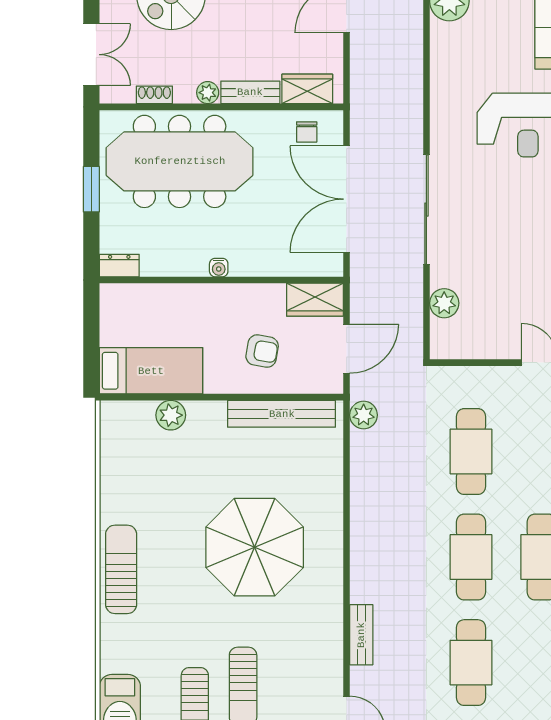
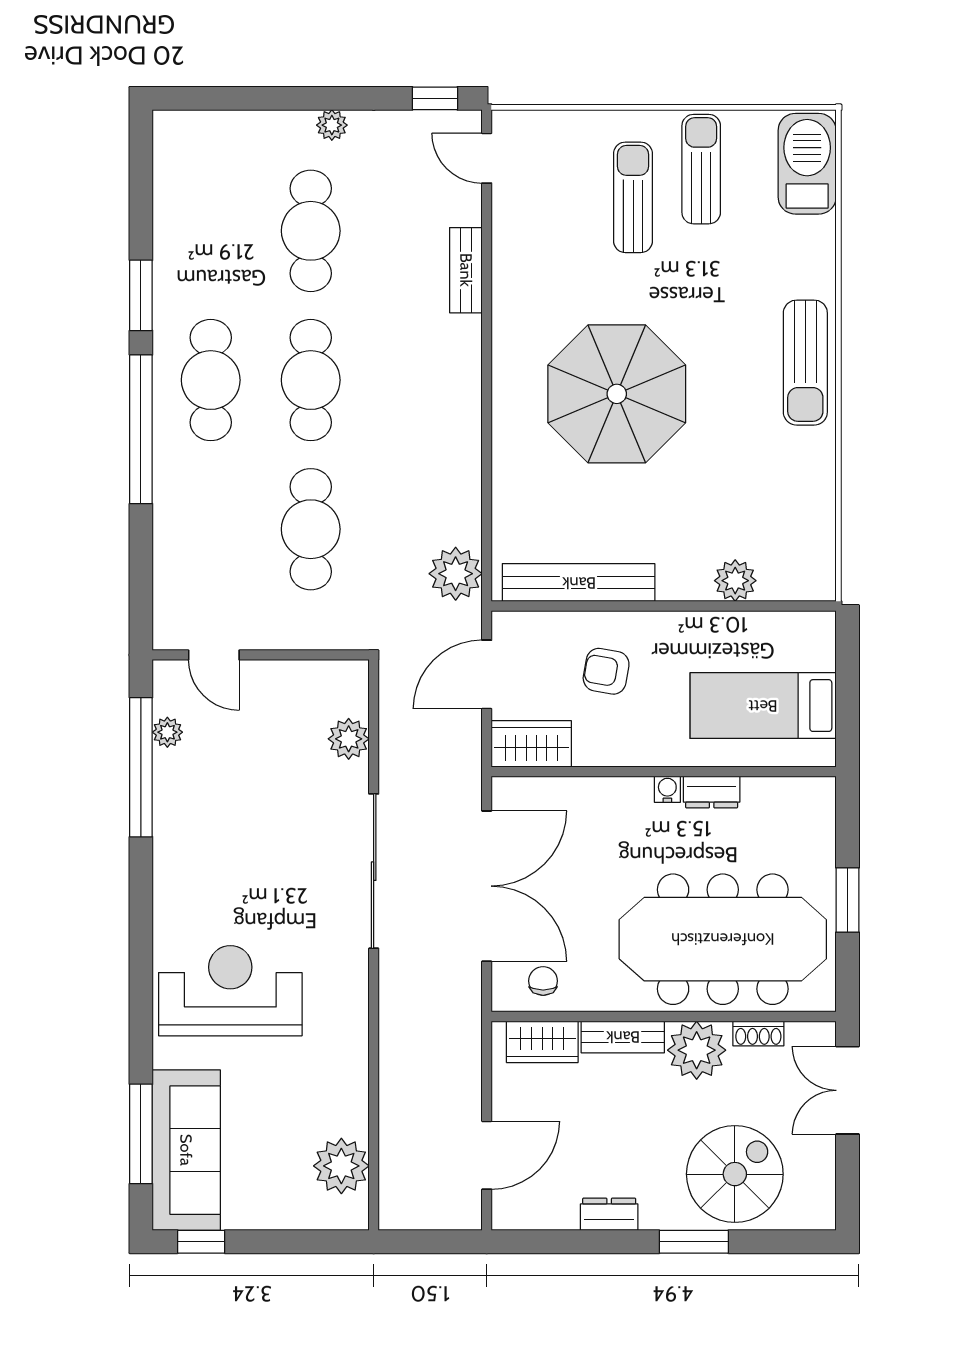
plant: (208, 93) -> (697, 1050), width x1.87, depth x1.87
dresser: (119, 266) -> (712, 792), moved
bed: (151, 371) -> (763, 706), moved
plant: (364, 415) -> (456, 574), width x1.36, depth x1.36

